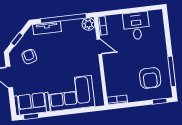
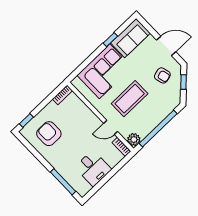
tv unit: (47, 28) -> (166, 110), removed
coffee table: (68, 58) -> (130, 99), added
window: (172, 71) -> (63, 182), moved
window: (31, 116) -> (110, 40), moved

